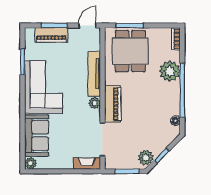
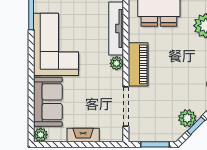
plant: (146, 158) -> (187, 118), moved
fireplace: (87, 164) -> (83, 135), moved

